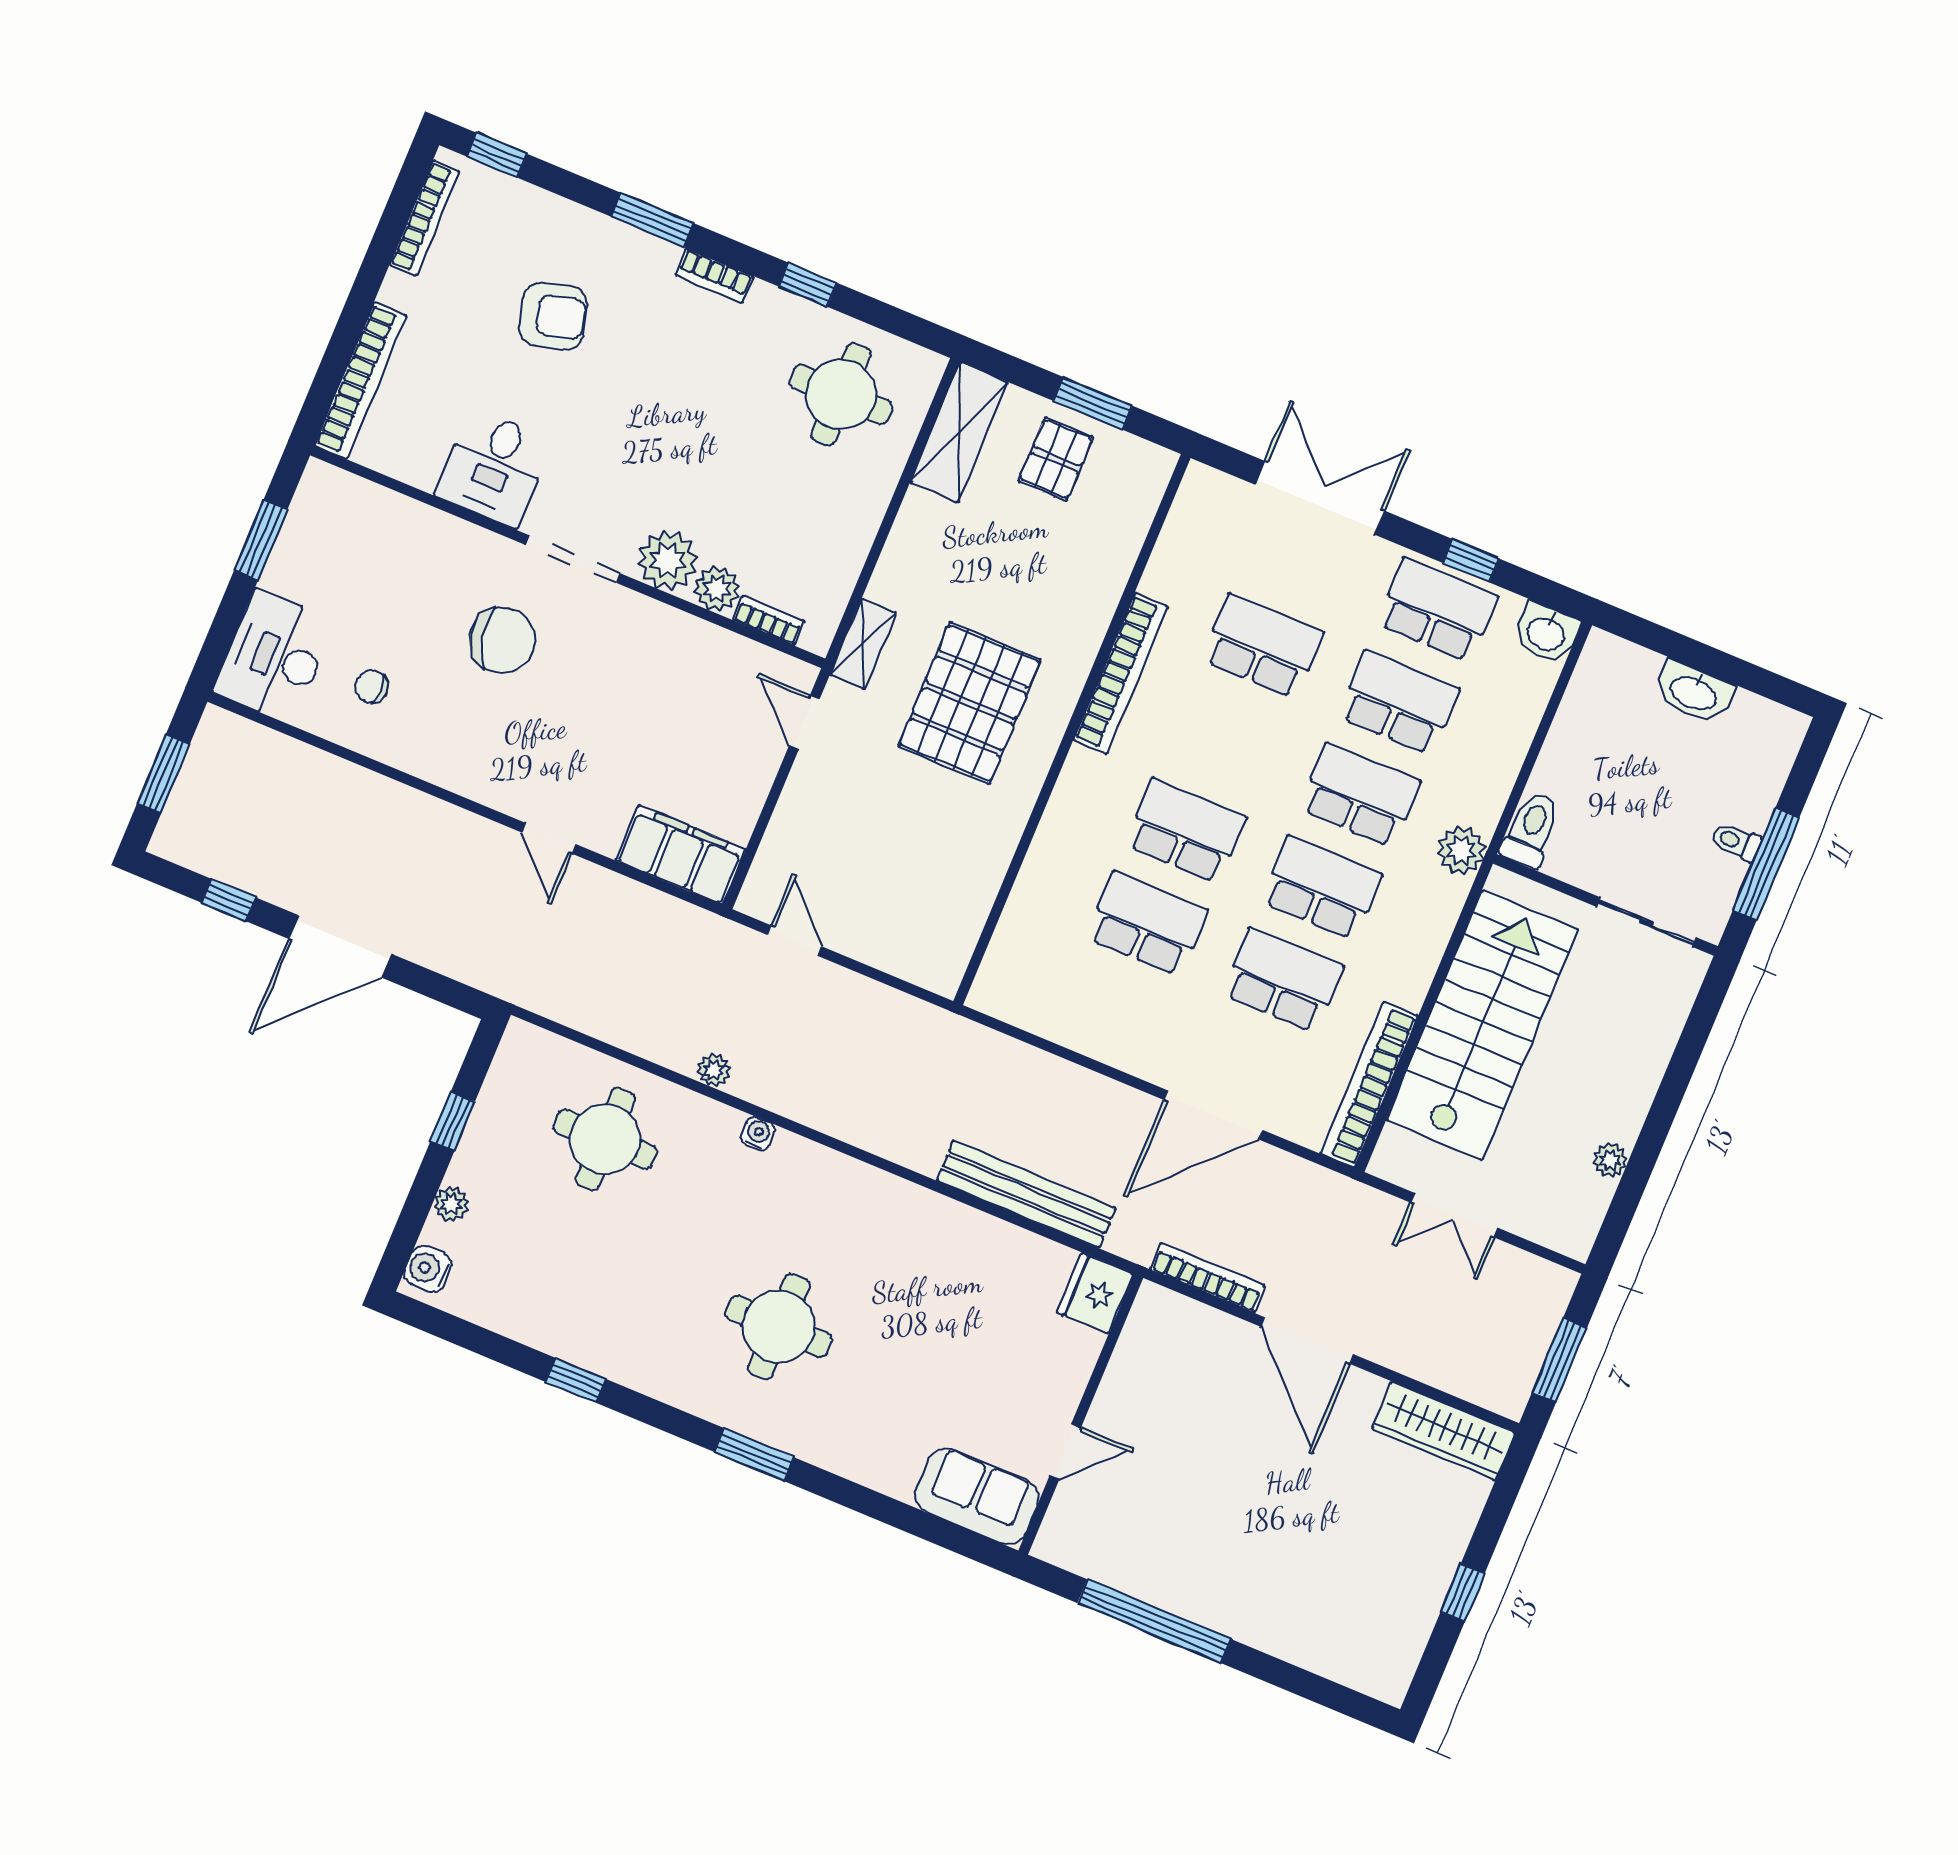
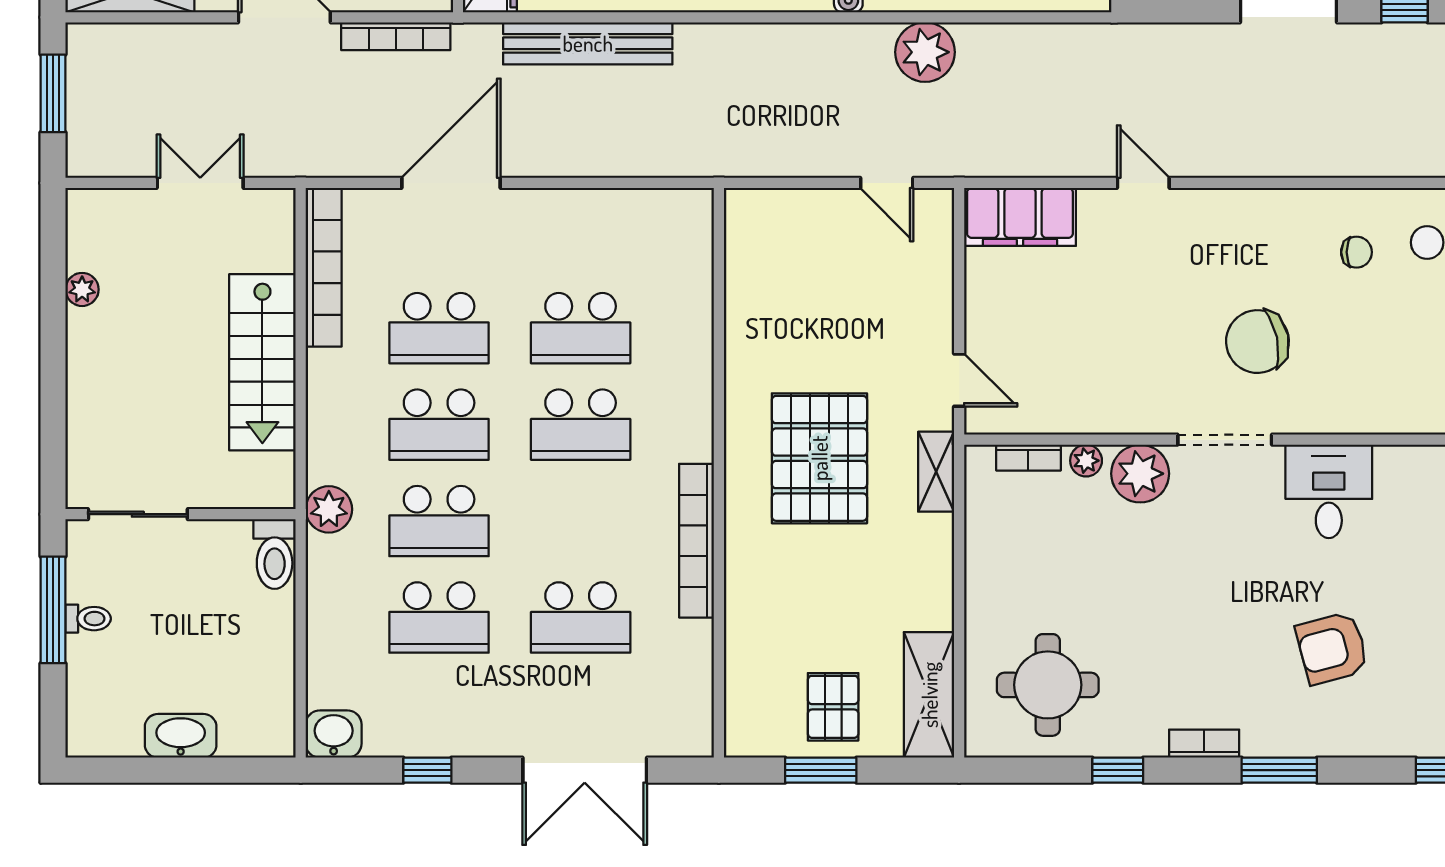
plant: (717, 589) -> (1086, 461), width x0.73, depth x0.73
school desk: (1437, 610) -> (439, 714), removed
stairs: (1482, 1025) -> (262, 362), width x0.73, depth x0.66
plant: (714, 1070) -> (925, 52), width x1.88, depth x1.88

